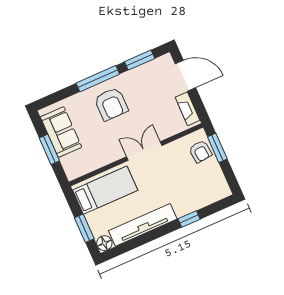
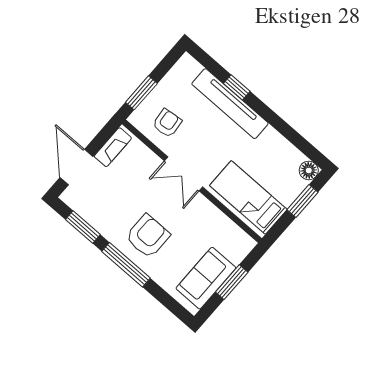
armchair: (200, 151) -> (167, 123), moved
tv unit: (143, 225) -> (230, 104), moved

